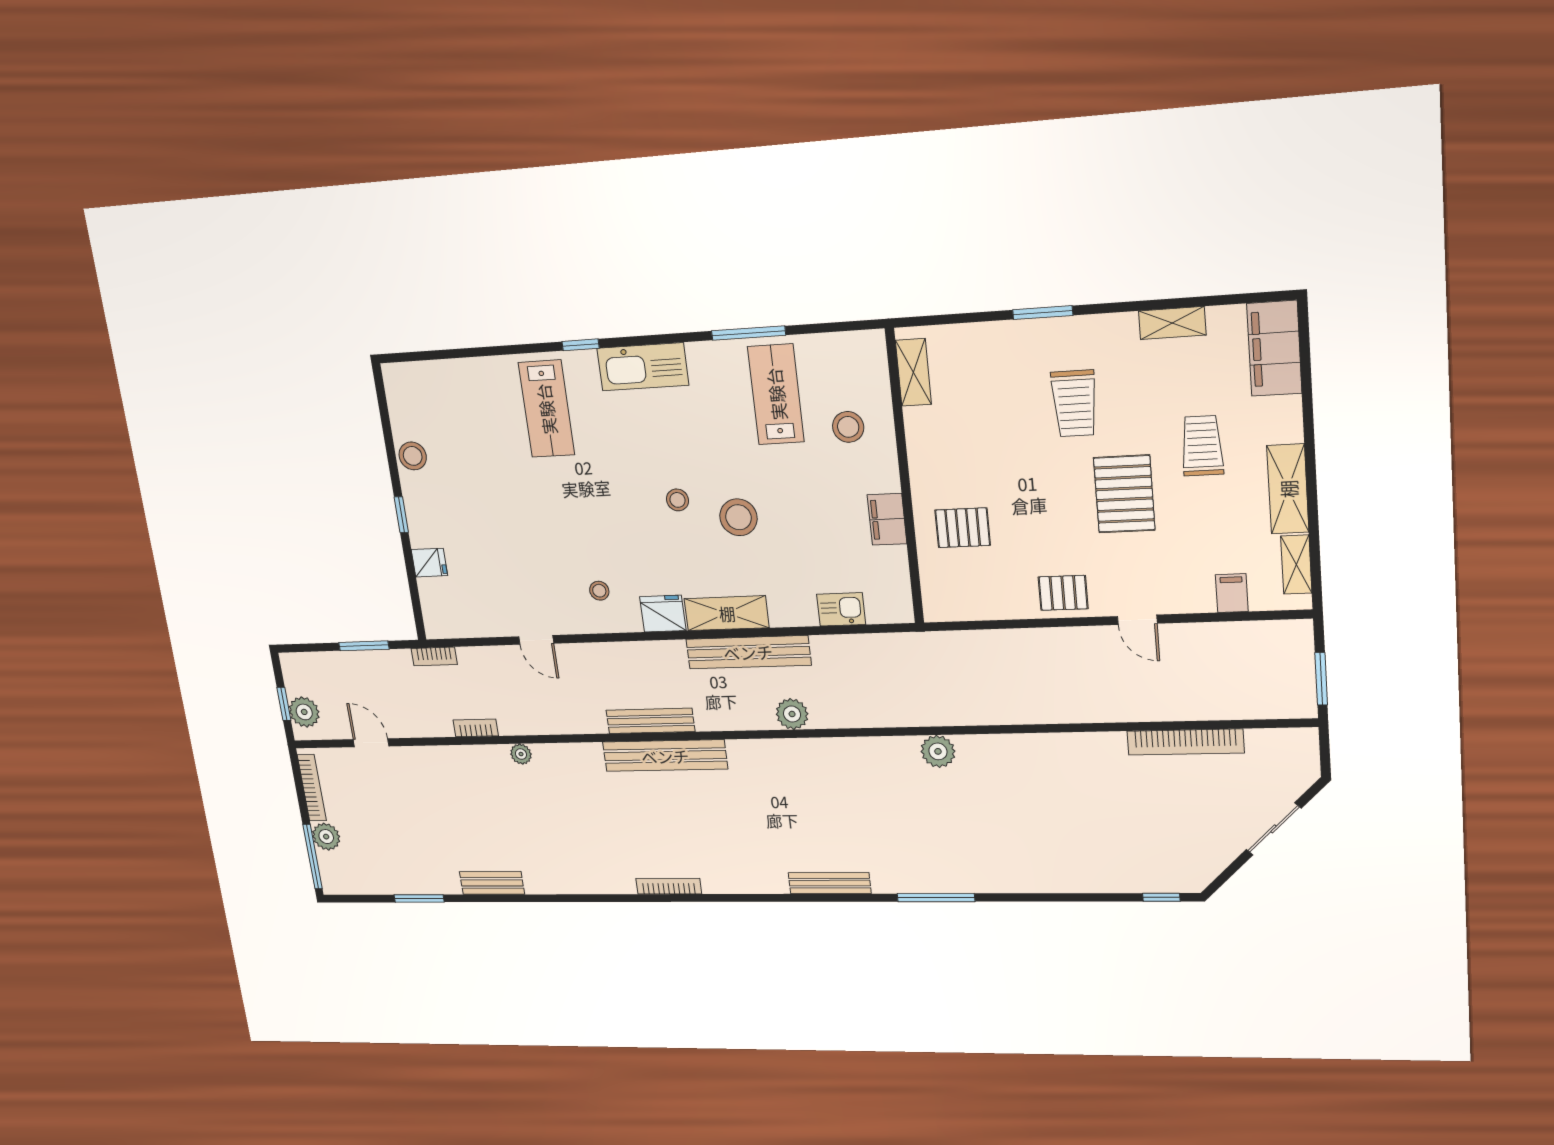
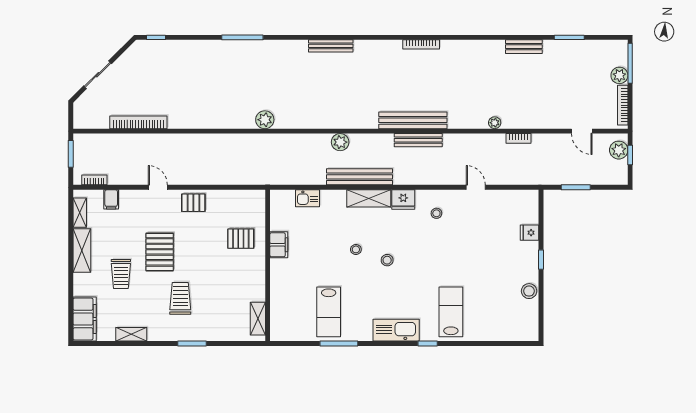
stool: (848, 427) -> (294, 293), removed
stool: (738, 517) -> (356, 249), width x0.53, depth x0.53
bookcase: (434, 656) -> (94, 180), moved
window: (936, 898) -> (242, 37), moved

